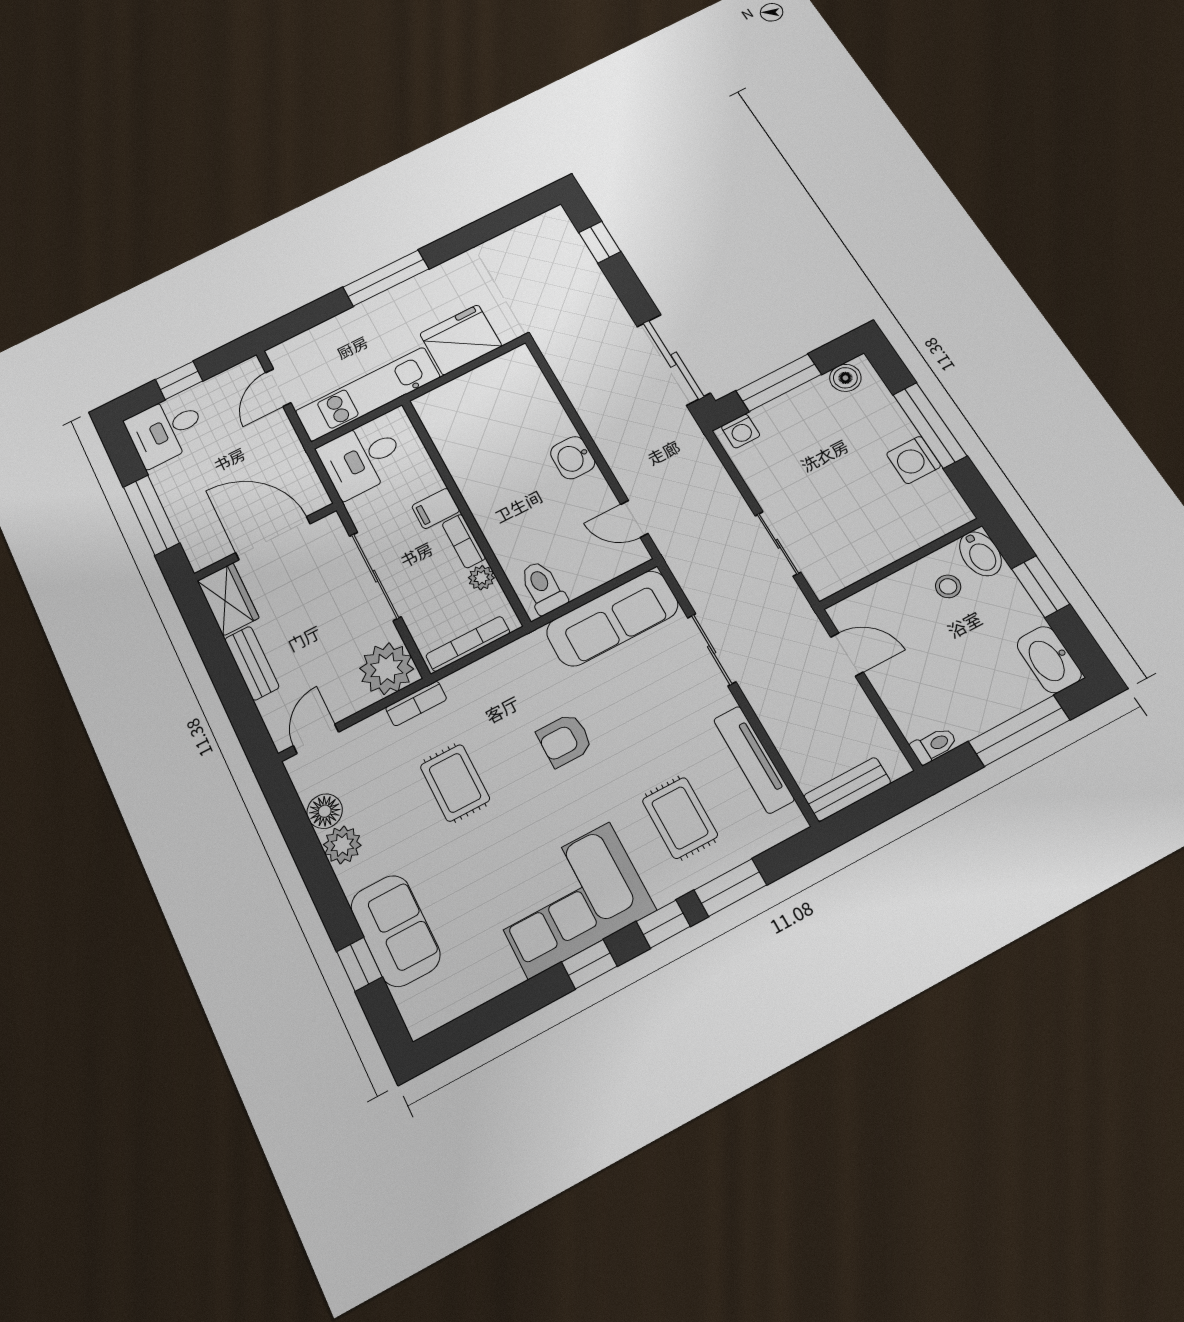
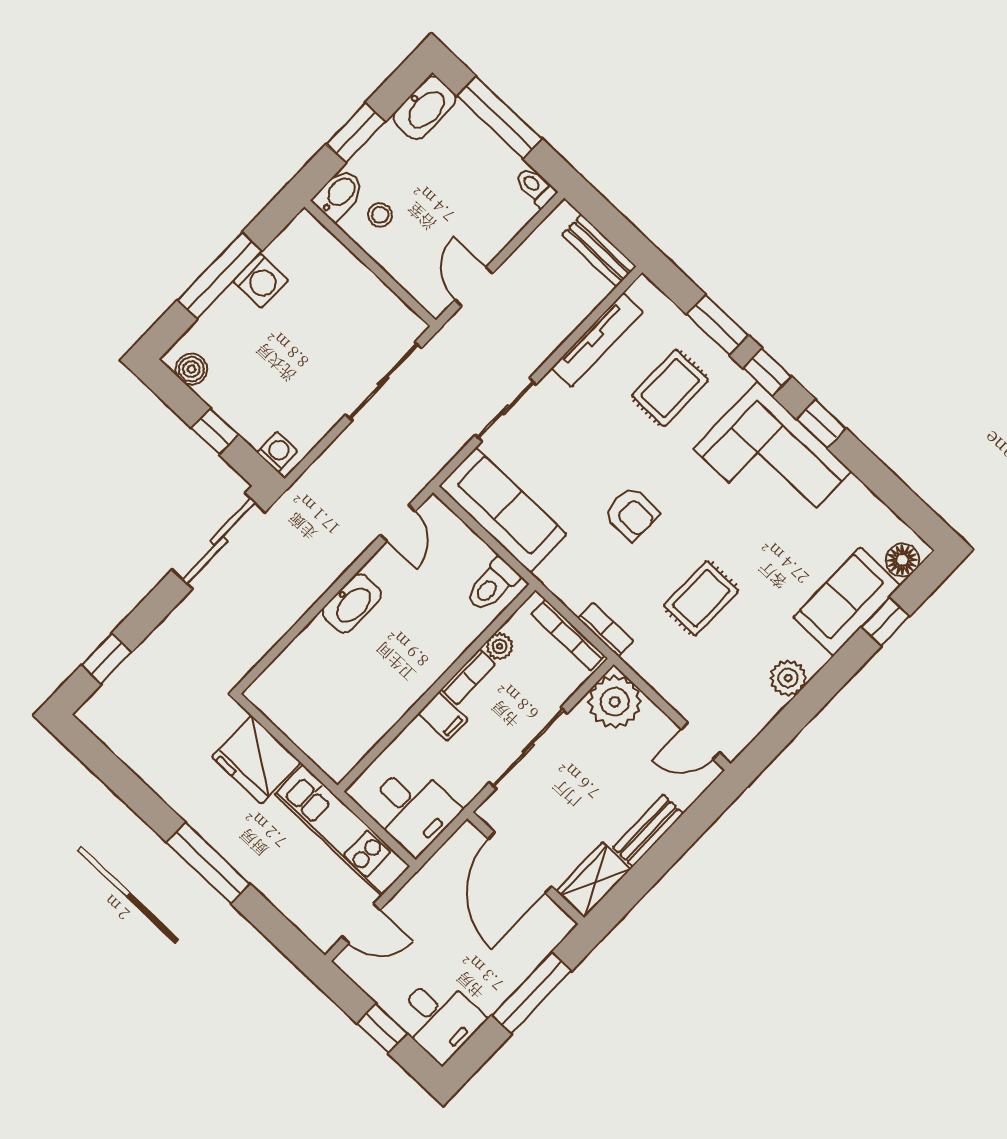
window: (779, 383) -> (215, 431), width x0.46
washbasin: (573, 458) -> (352, 603), width x1.38
sliding door: (778, 544) -> (384, 381), width x1.37
bookcase: (416, 703) -> (606, 630), moved
floor lamp: (325, 811) -> (902, 560), moved

